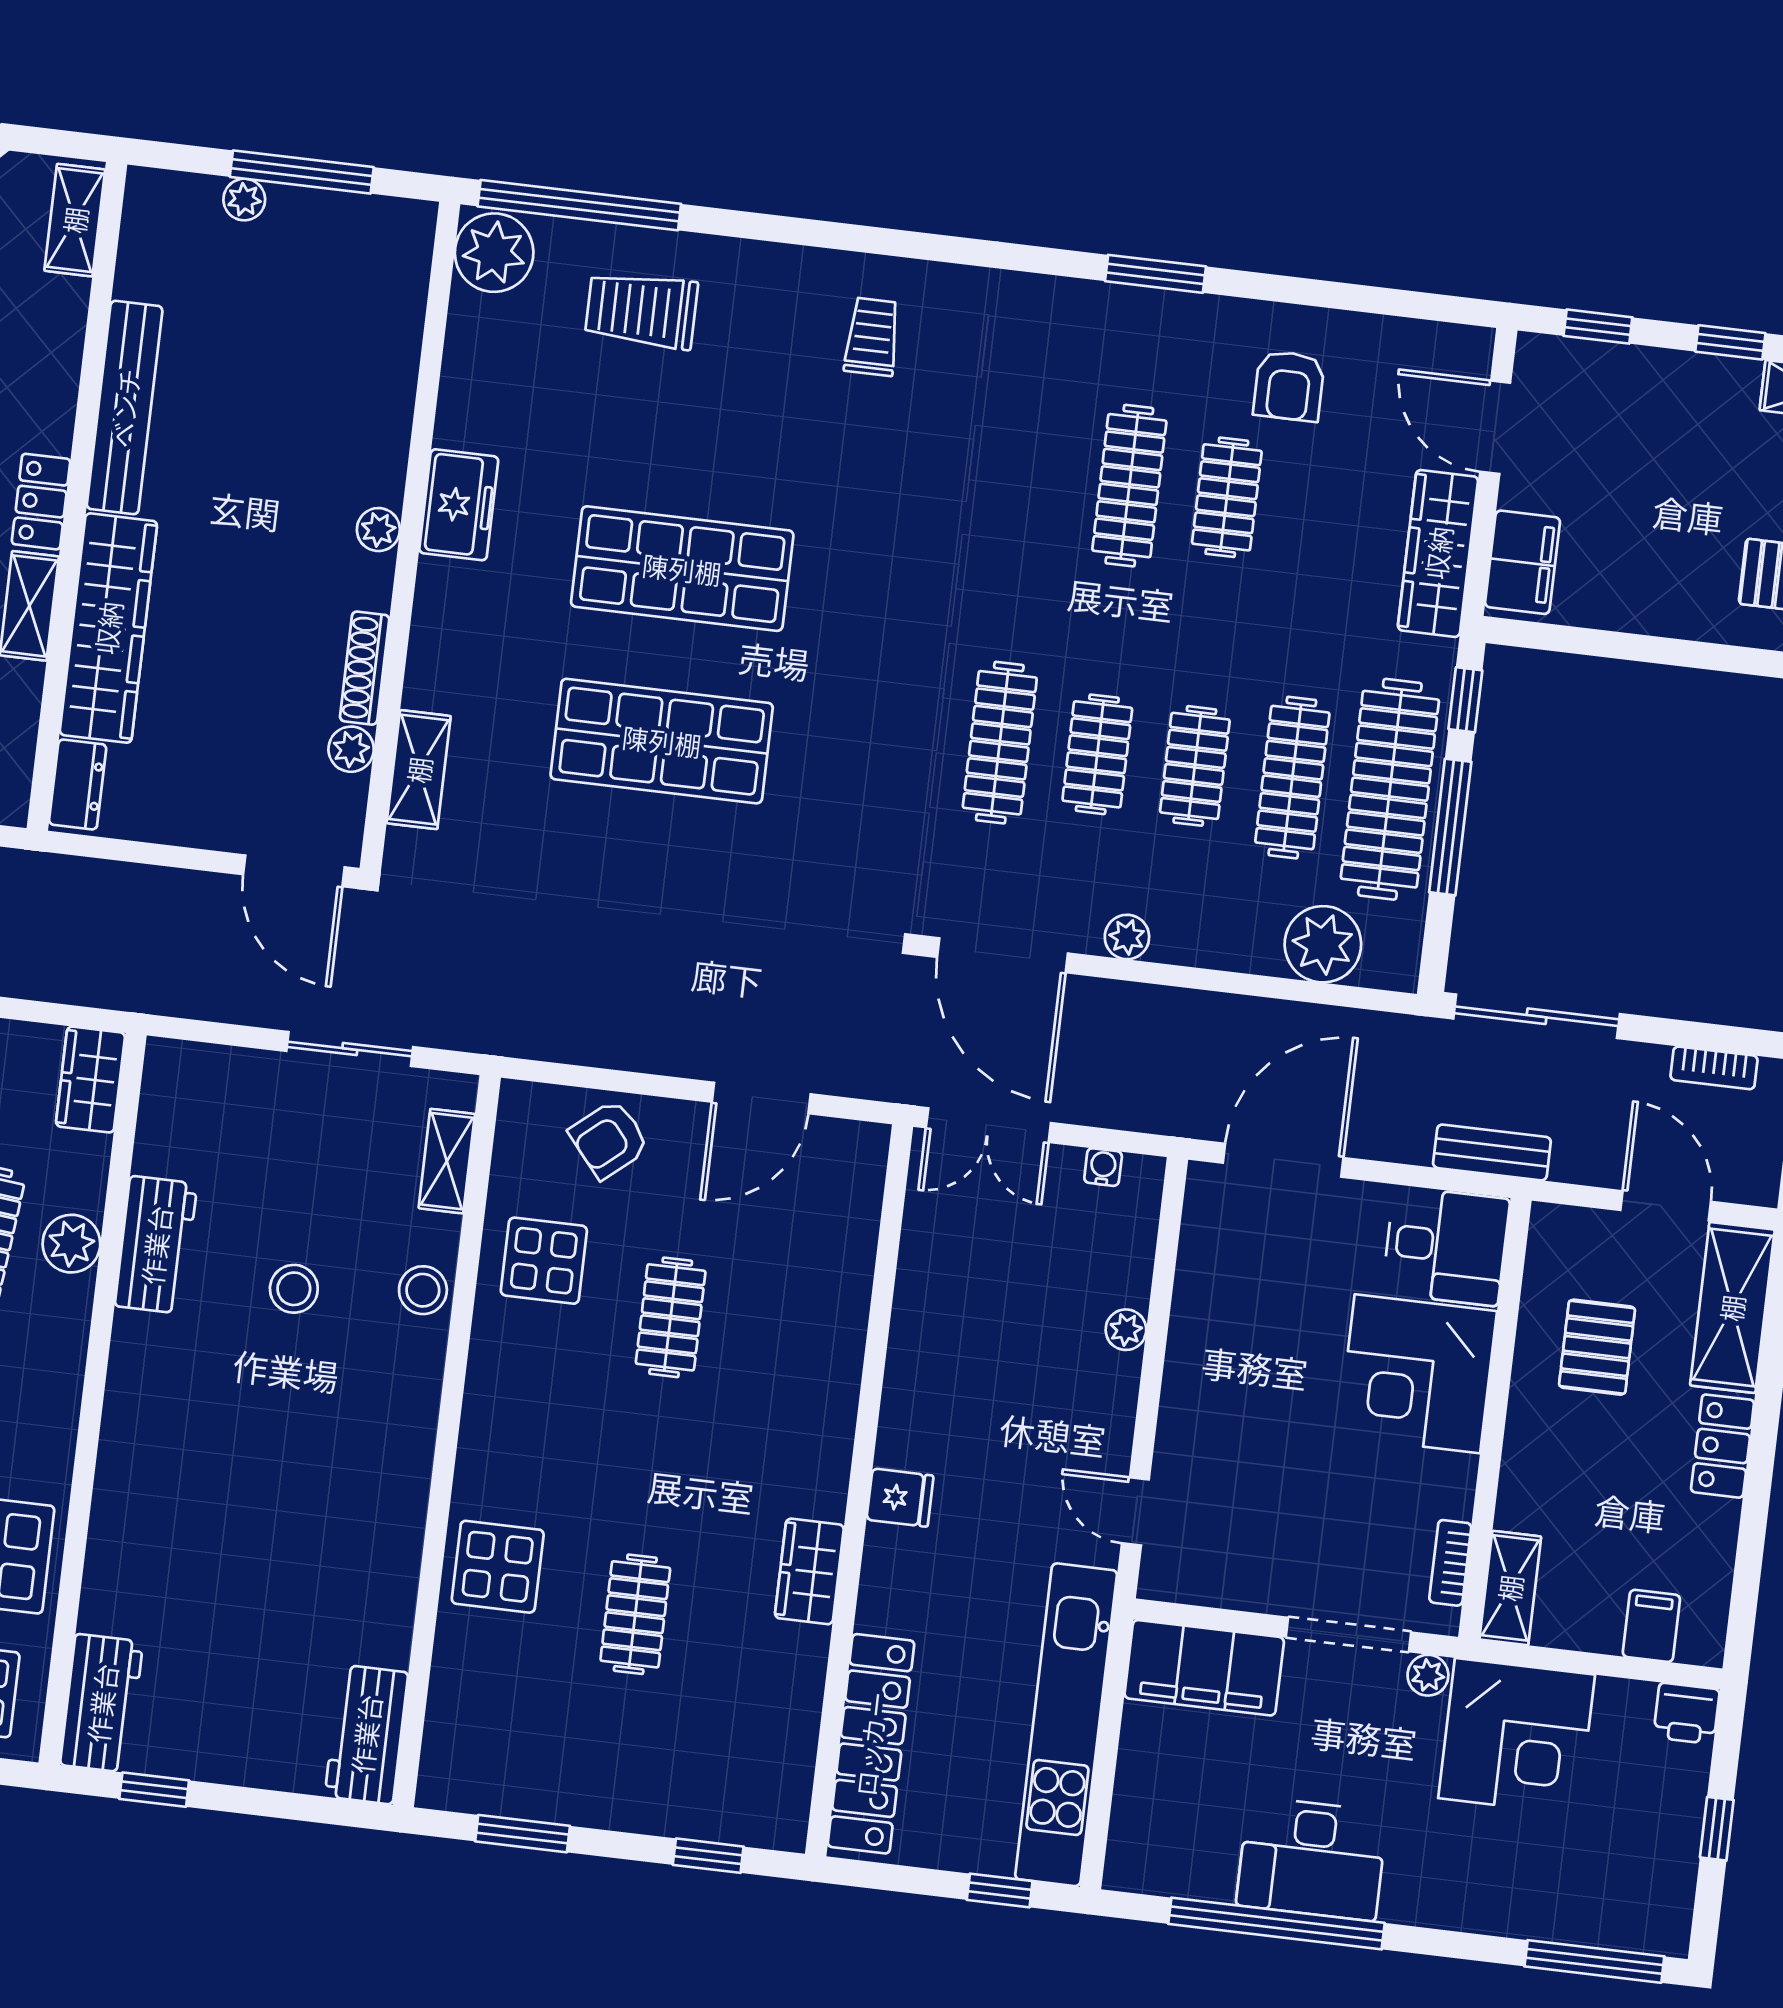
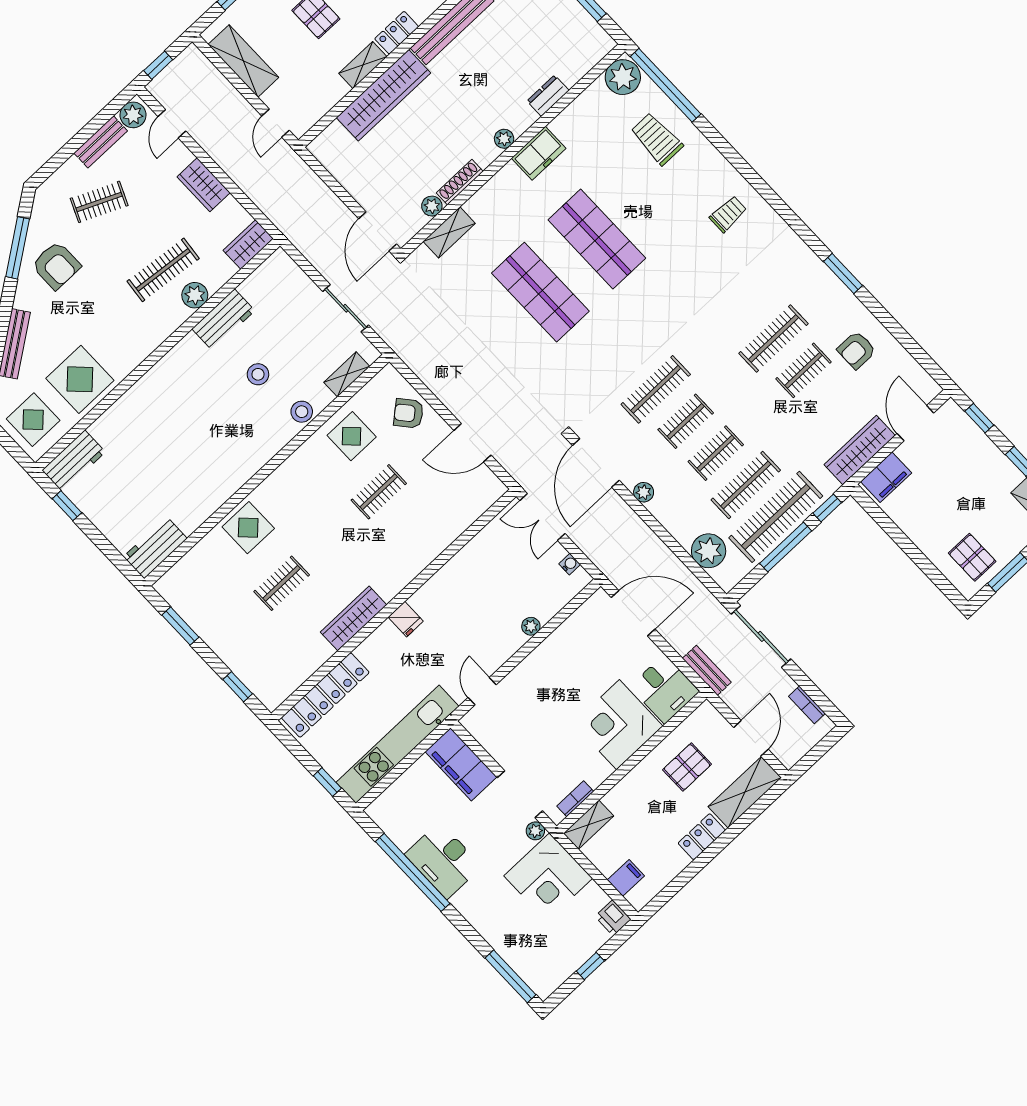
dresser: (78, 784) -> (548, 96), moved, turned 180
wardrobe: (809, 1571) -> (353, 618), width x1.50

